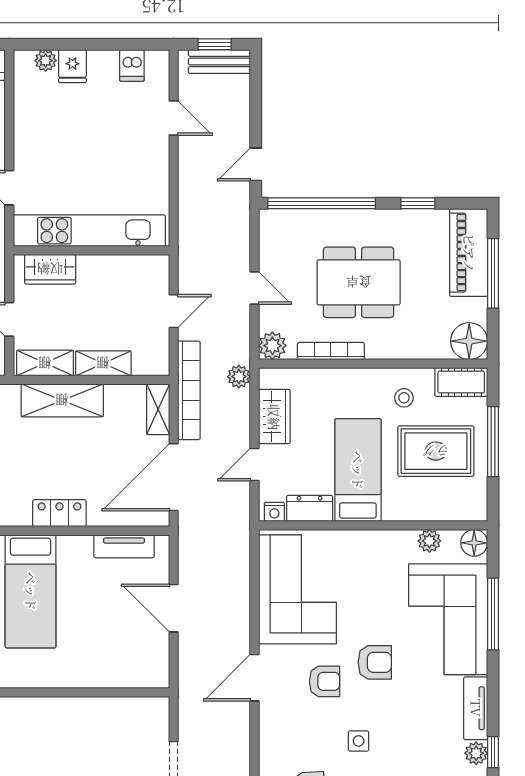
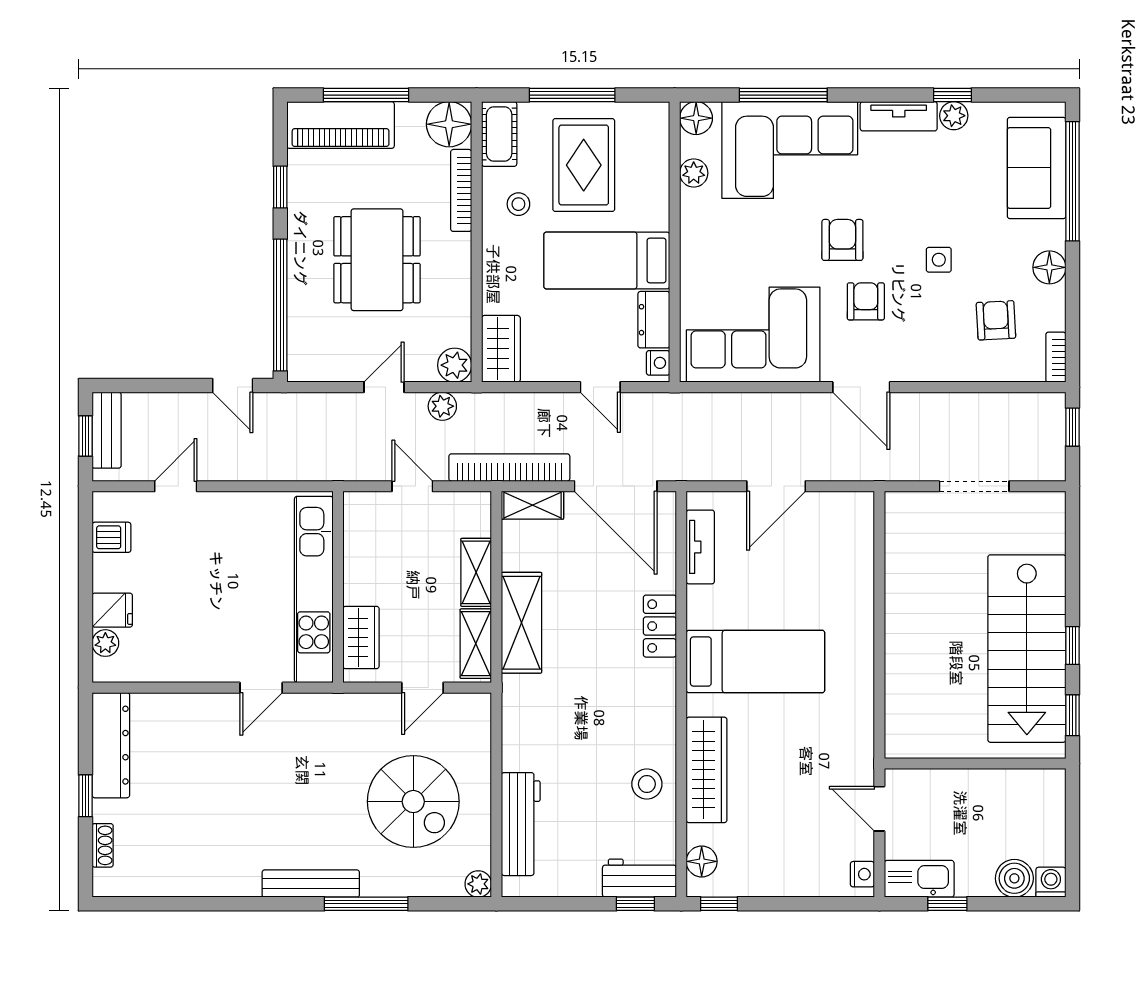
bookcase: (331, 351) -> (461, 190), moved
plant: (239, 377) -> (442, 406), moved
wardrobe: (274, 417) -> (501, 349), moved, turned 90

